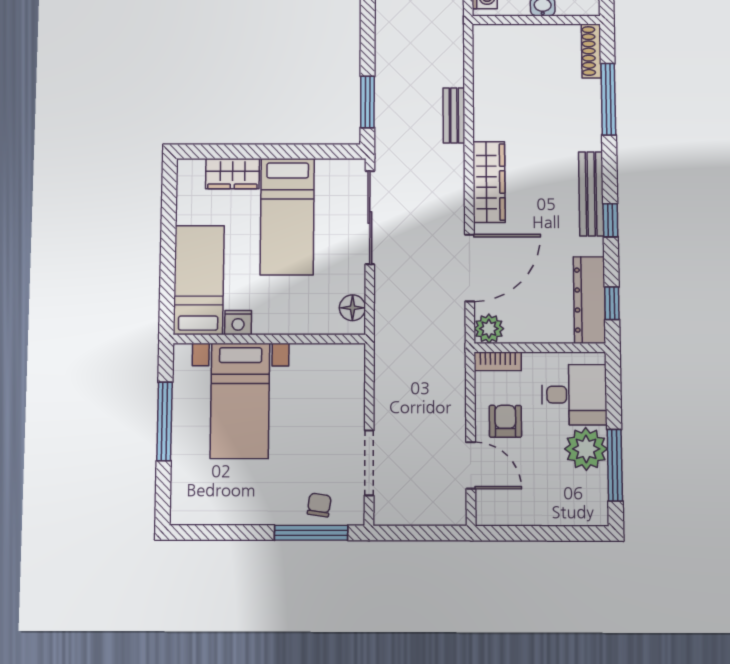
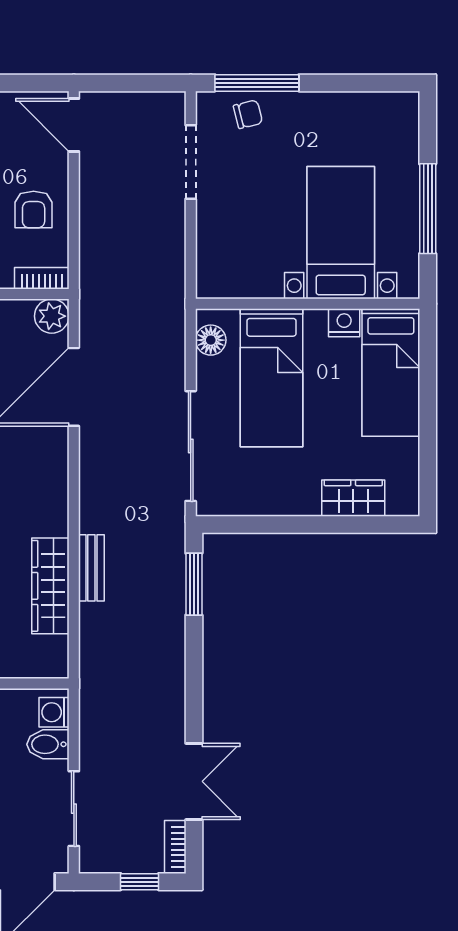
wardrobe: (489, 182) -> (50, 586), moved
bed: (287, 216) -> (271, 378), moved, turned 180
door: (471, 465) -> (74, 125), moved
chair: (319, 505) -> (248, 114), turned -112

